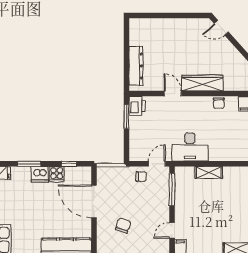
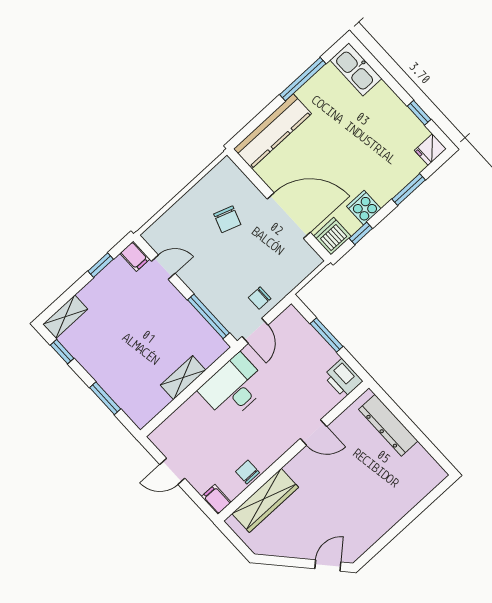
wardrobe: (202, 83) -> (265, 500), moved
window: (126, 116) -> (326, 335), moved
dishwasher: (40, 174) -> (332, 236), moved
door: (172, 230) -> (163, 267), hinge flipped

